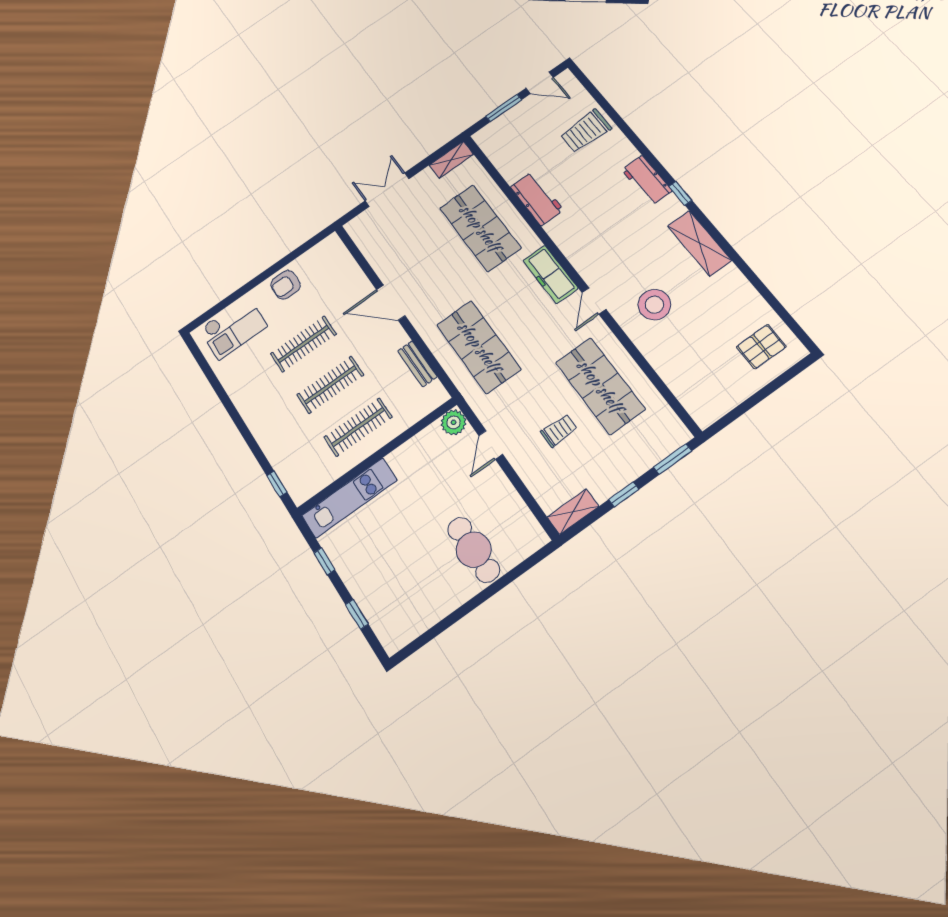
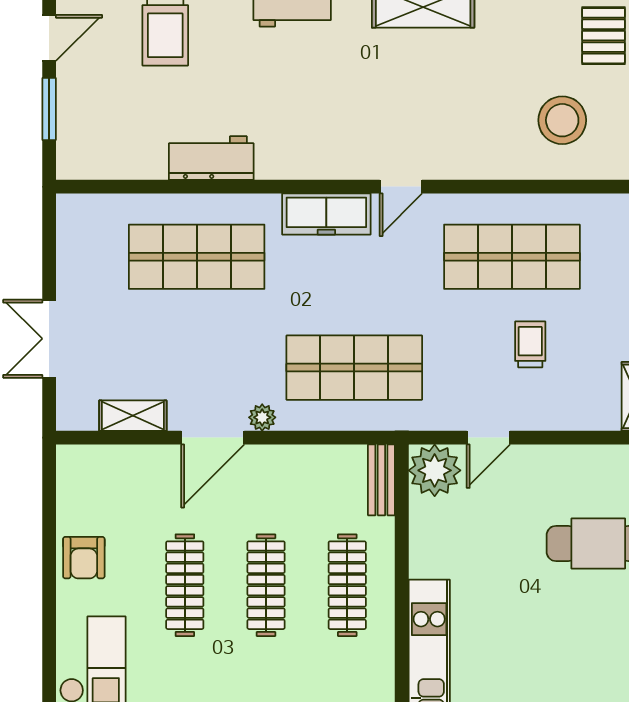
shelving: (451, 160) -> (133, 416), moved, turned 90
door: (594, 301) -> (401, 187), hinge flipped
stool: (654, 305) -> (562, 120), moved
plant: (419, 319) -> (262, 417), added
bench: (417, 364) -> (381, 480), moved, turned 90
plant: (454, 422) -> (435, 470), width x1.36, depth x1.36
door: (491, 445) -> (488, 438), hinge flipped

